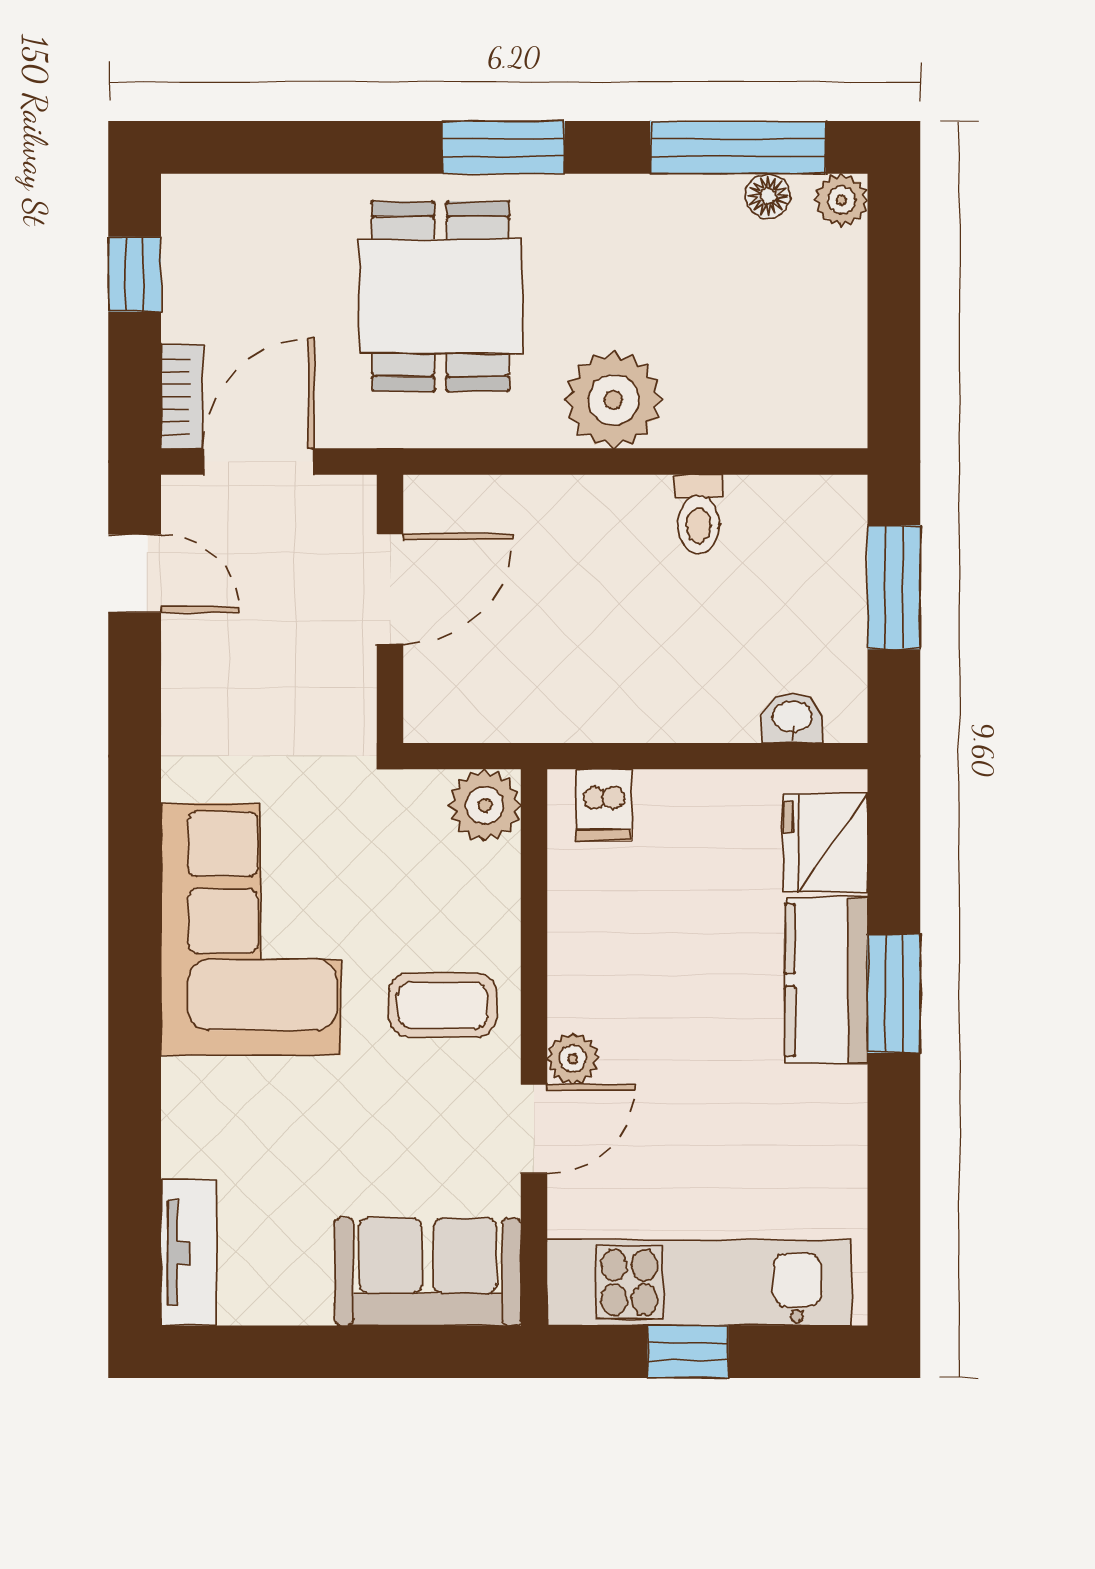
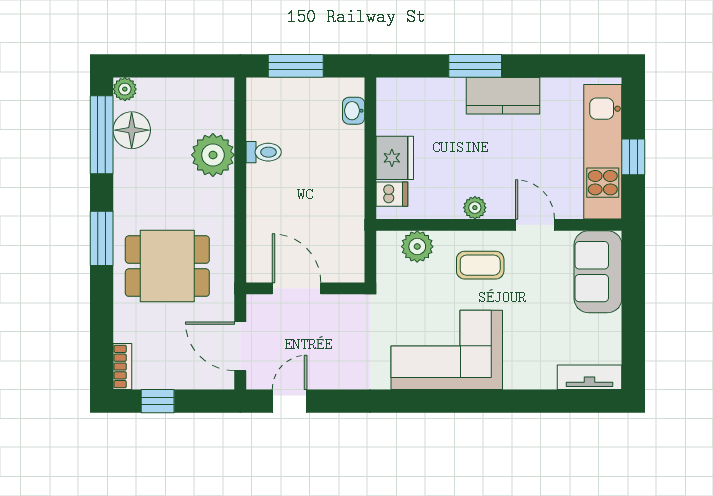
floor lamp: (768, 196) -> (132, 130), width x1.89, depth x1.89
bookcase: (182, 396) -> (122, 367), moved, turned 90
plant: (613, 400) -> (213, 155), moved
plant: (485, 805) -> (417, 247), moved
fridge: (825, 843) -> (395, 158), moved, turned -90
kitchen counter: (826, 980) -> (503, 96), moved
coffee table: (443, 1005) -> (480, 265), turned 90
plant: (573, 1059) -> (475, 208), moved

